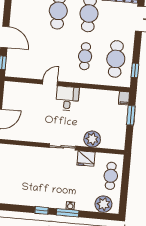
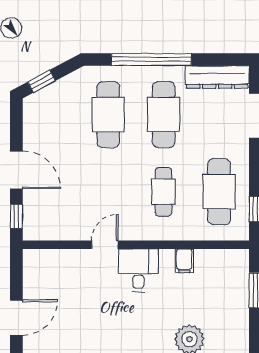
filing cabinet: (124, 98) -> (184, 261), moved

